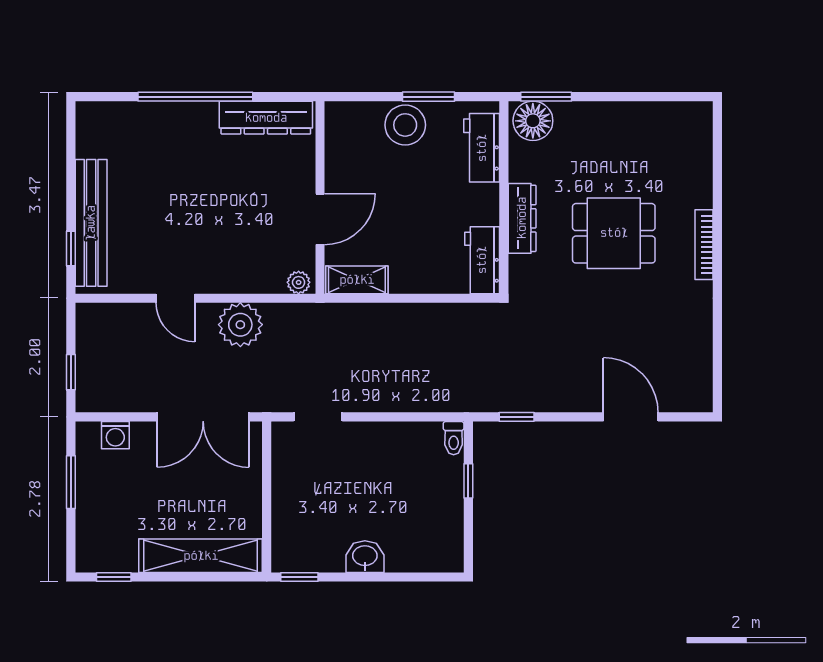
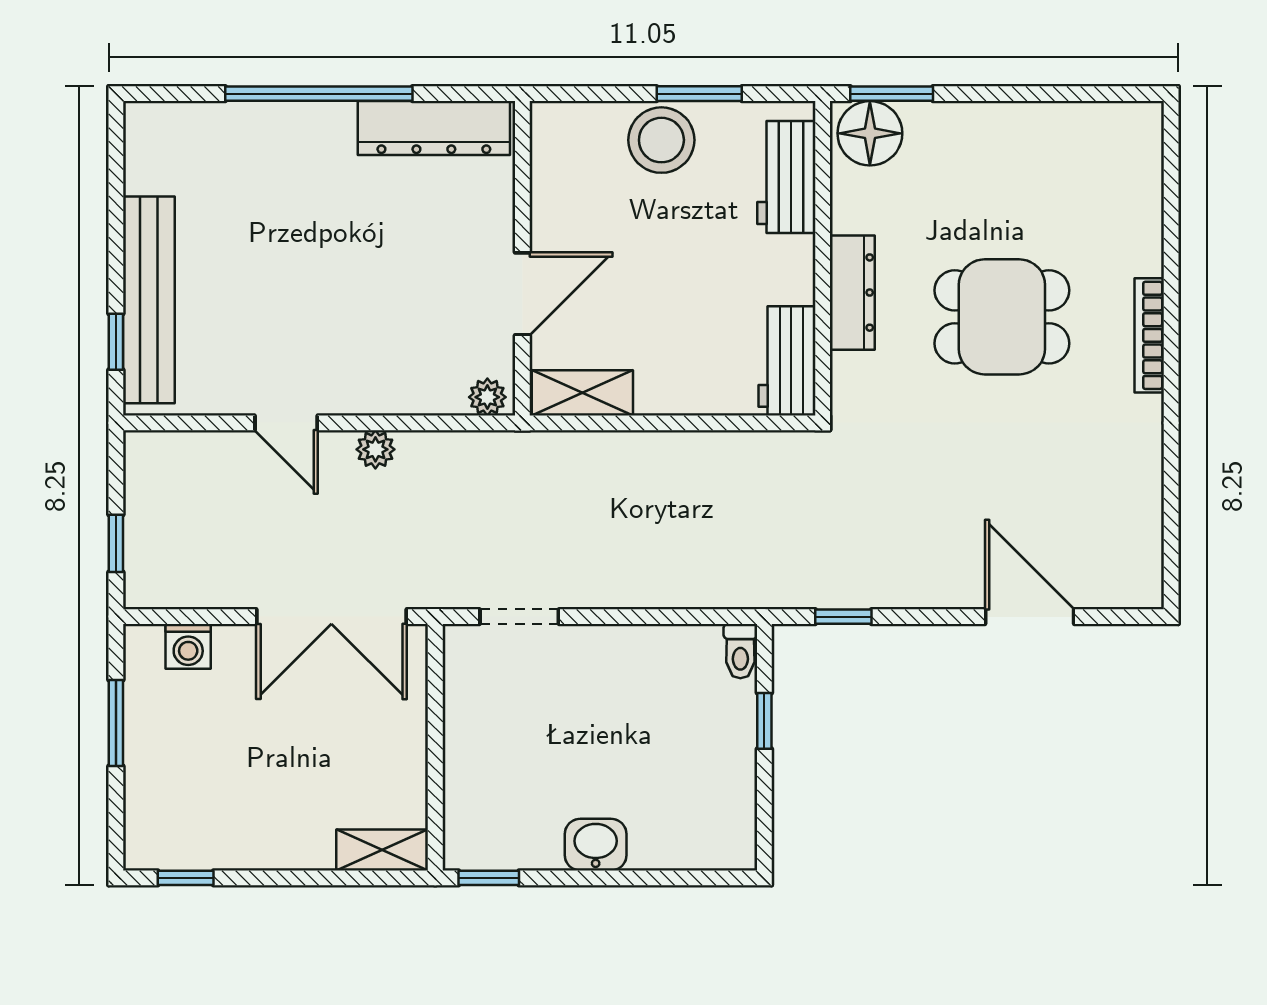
plant: (240, 325) -> (375, 449), width x0.53, depth x0.53
shelving: (201, 556) -> (382, 850), width x0.45, depth x0.75

